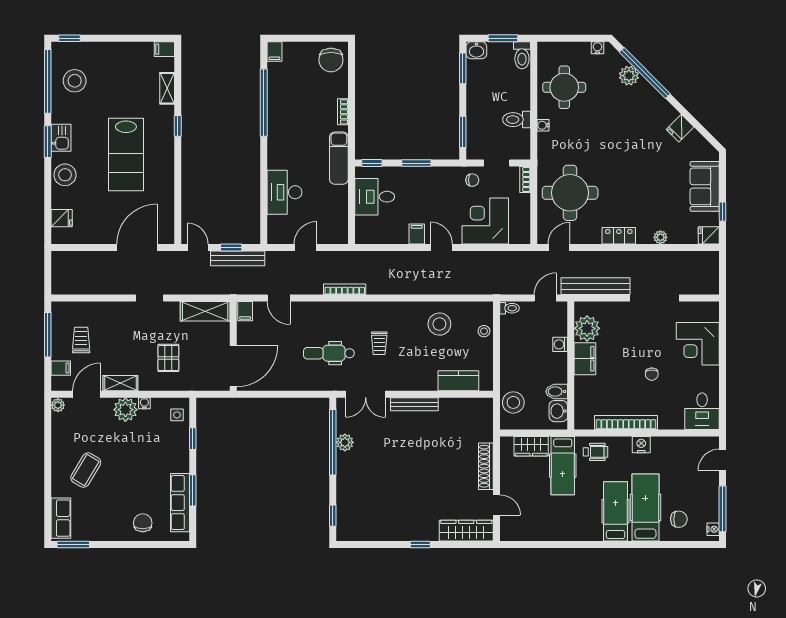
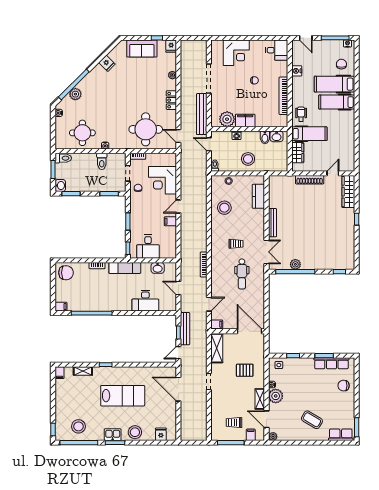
washbasin: (339, 213) -> (158, 268), added
stool: (513, 402) -> (248, 159), moved
nightstand: (641, 445) -> (297, 71), moved

